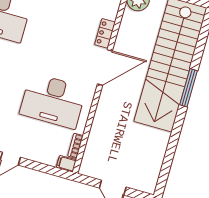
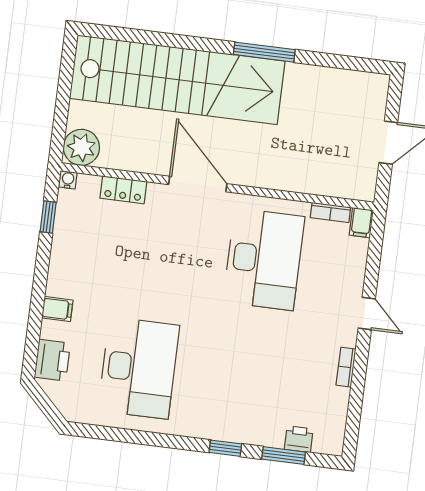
locker: (105, 33) -> (123, 190), moved
window: (188, 88) -> (264, 52), moved

